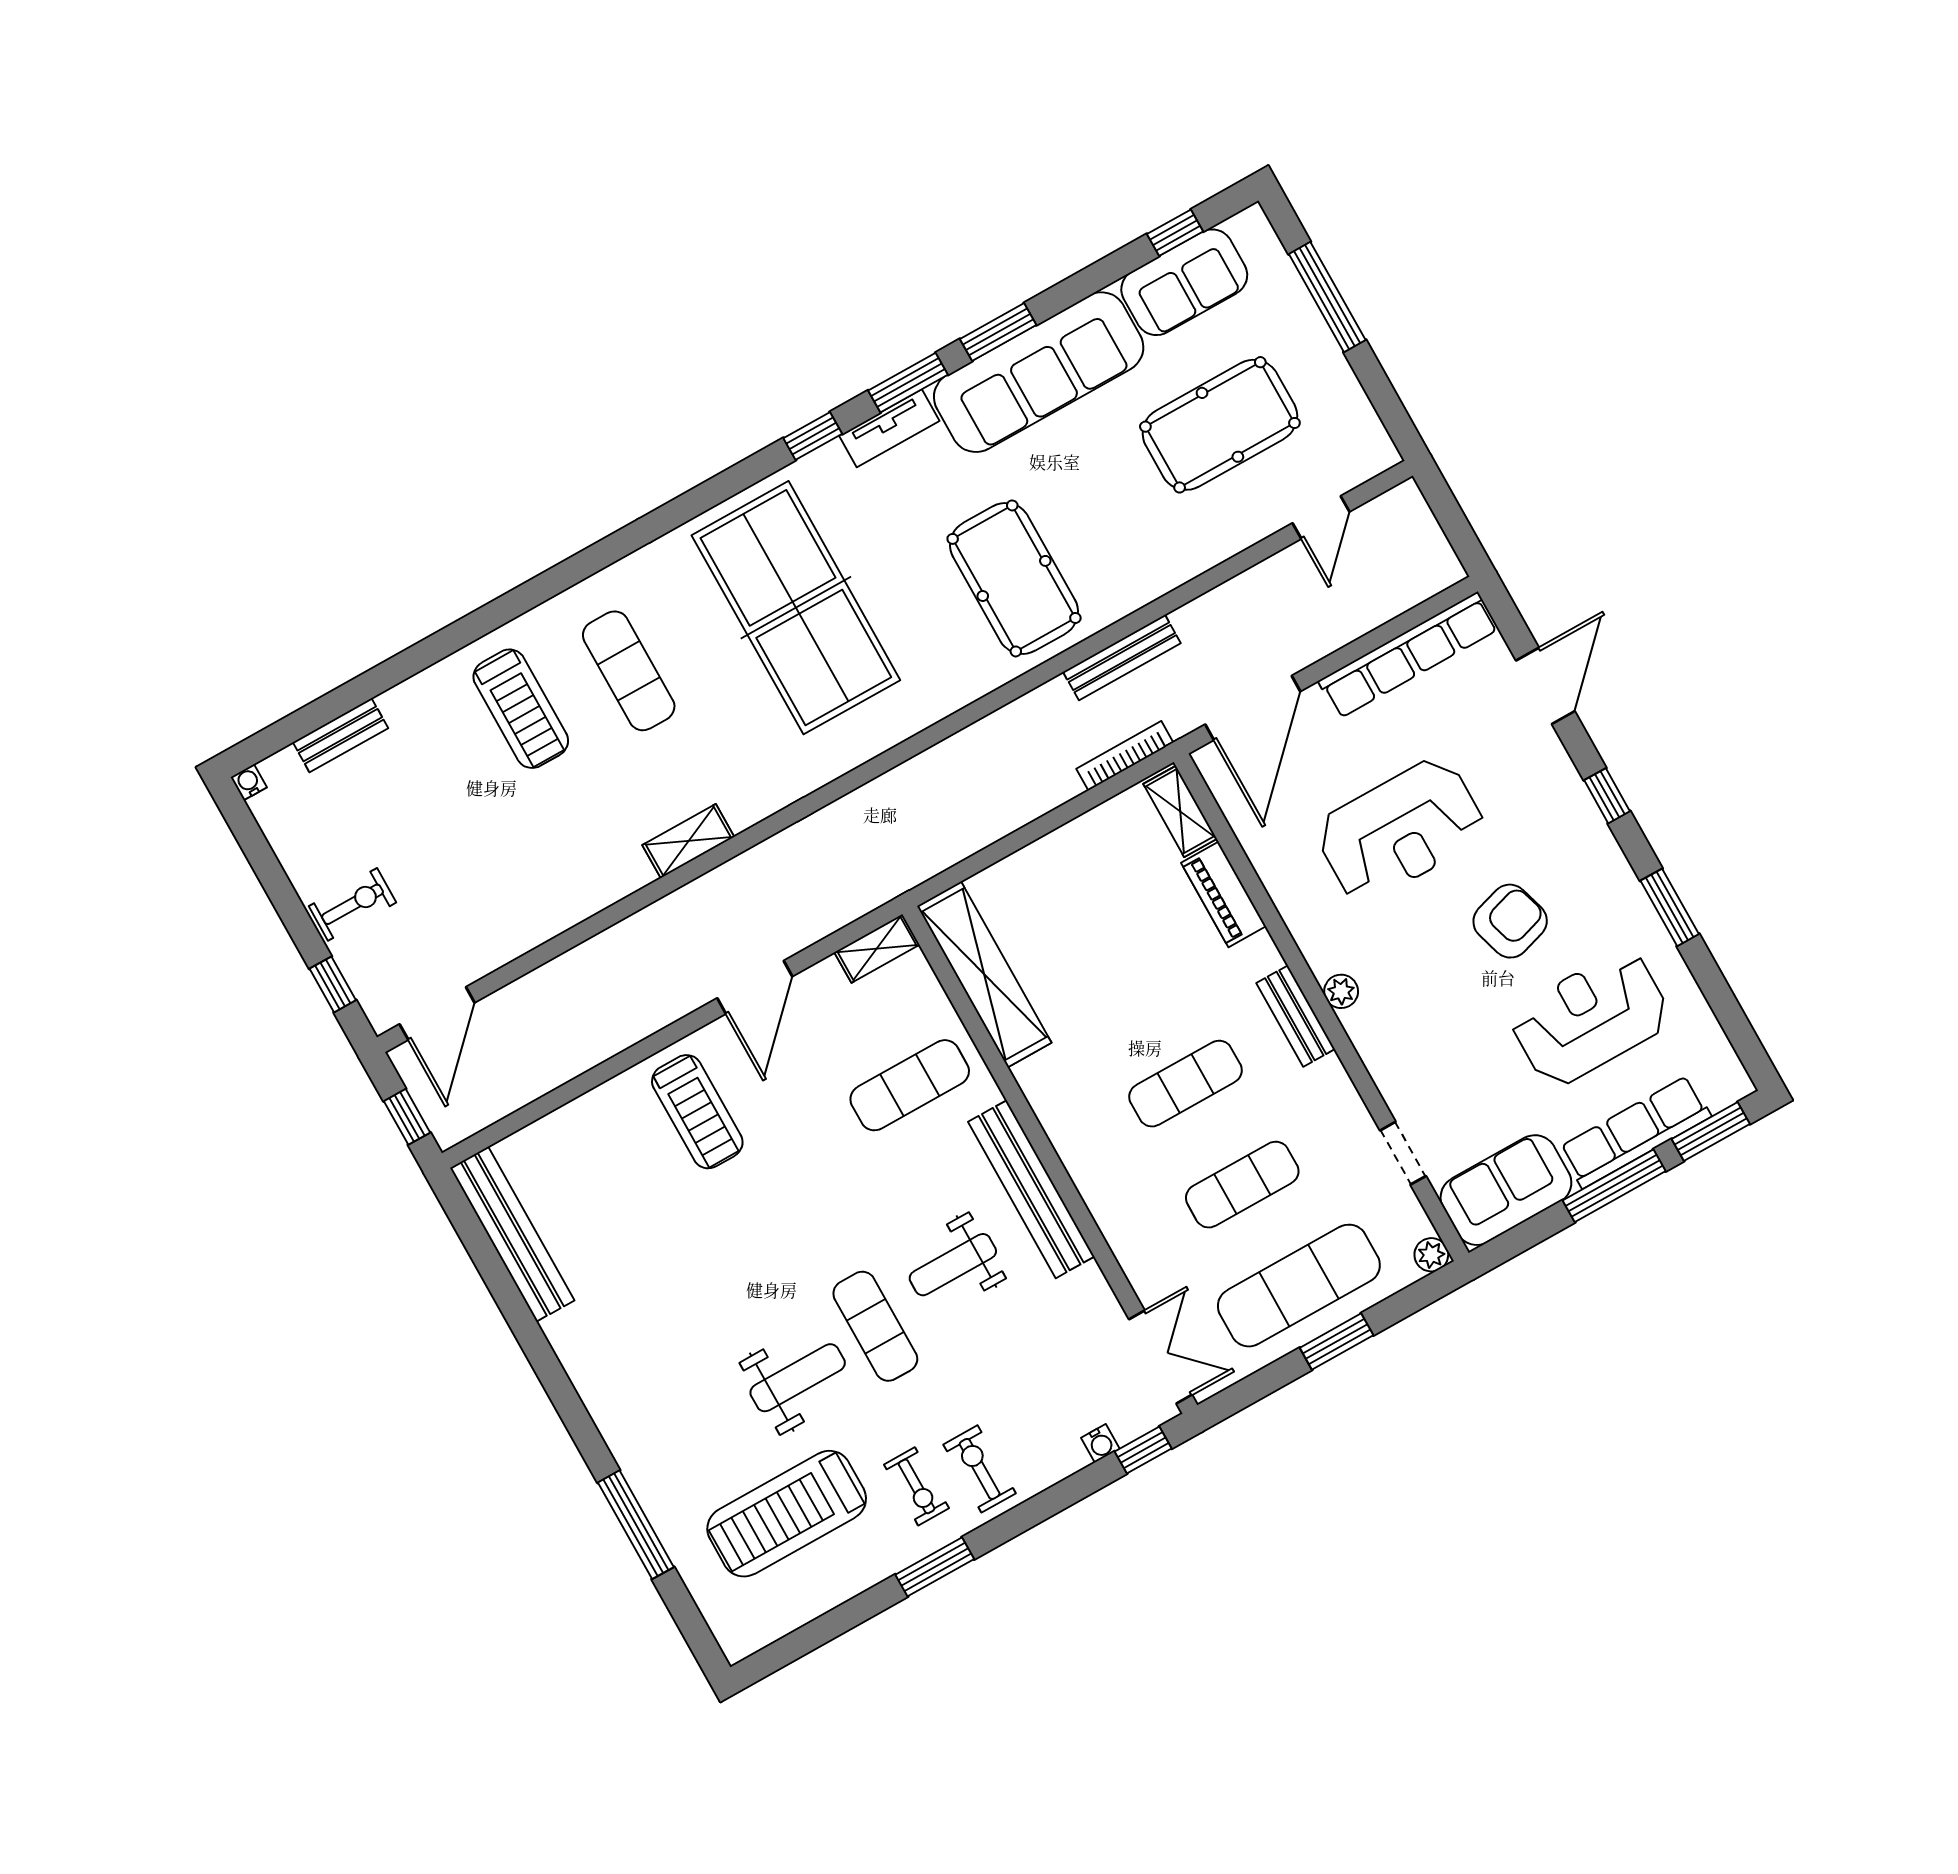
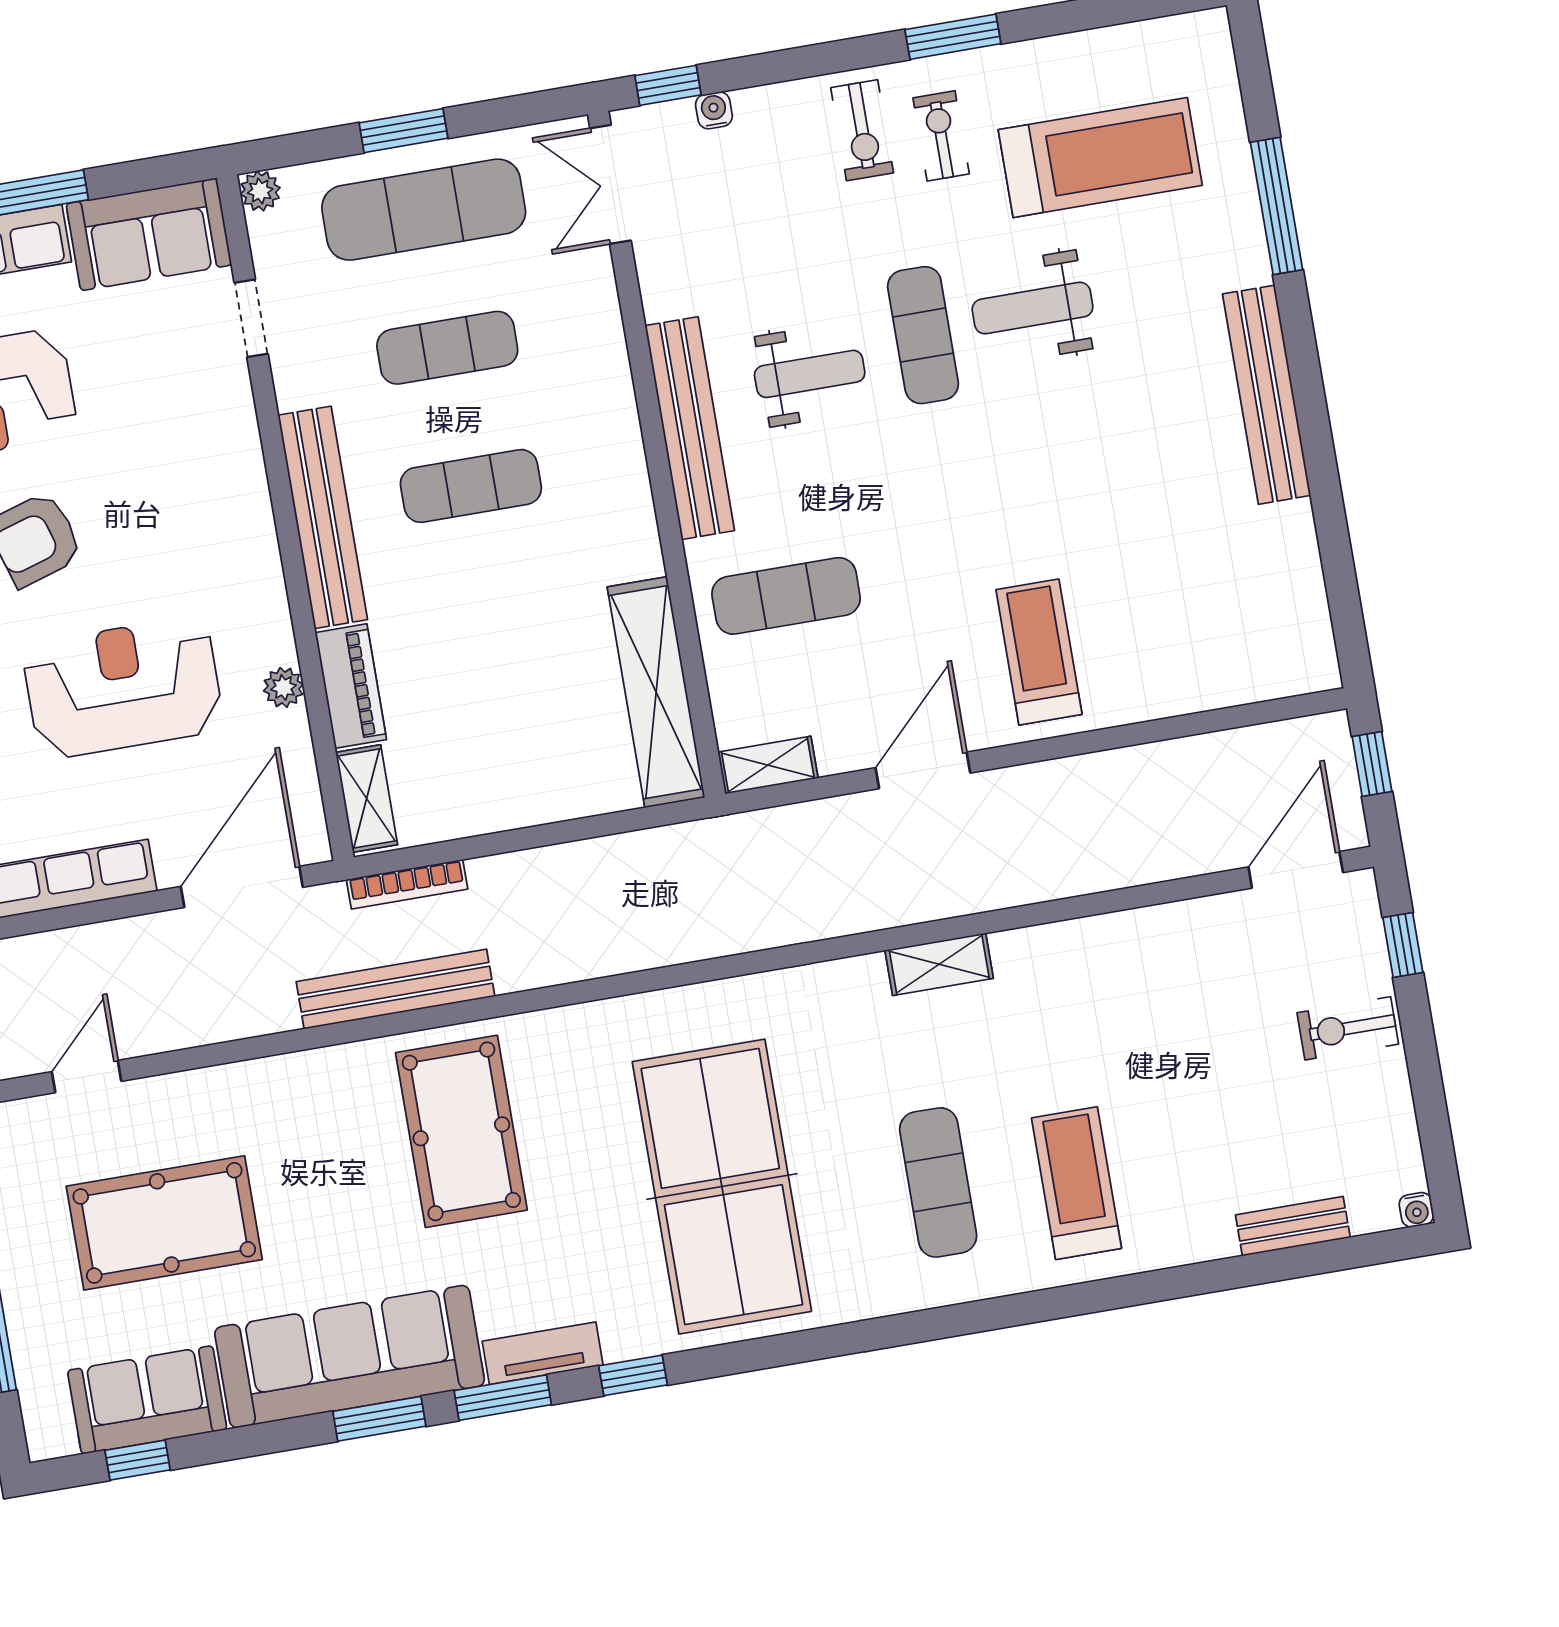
bench: (1122, 657) -> (395, 989), width x1.37, depth x1.21
plant: (1341, 991) -> (283, 687), moved
bench: (1296, 1016) -> (323, 517), width x1.86, depth x1.21
bench: (512, 1234) -> (1267, 395), moved

